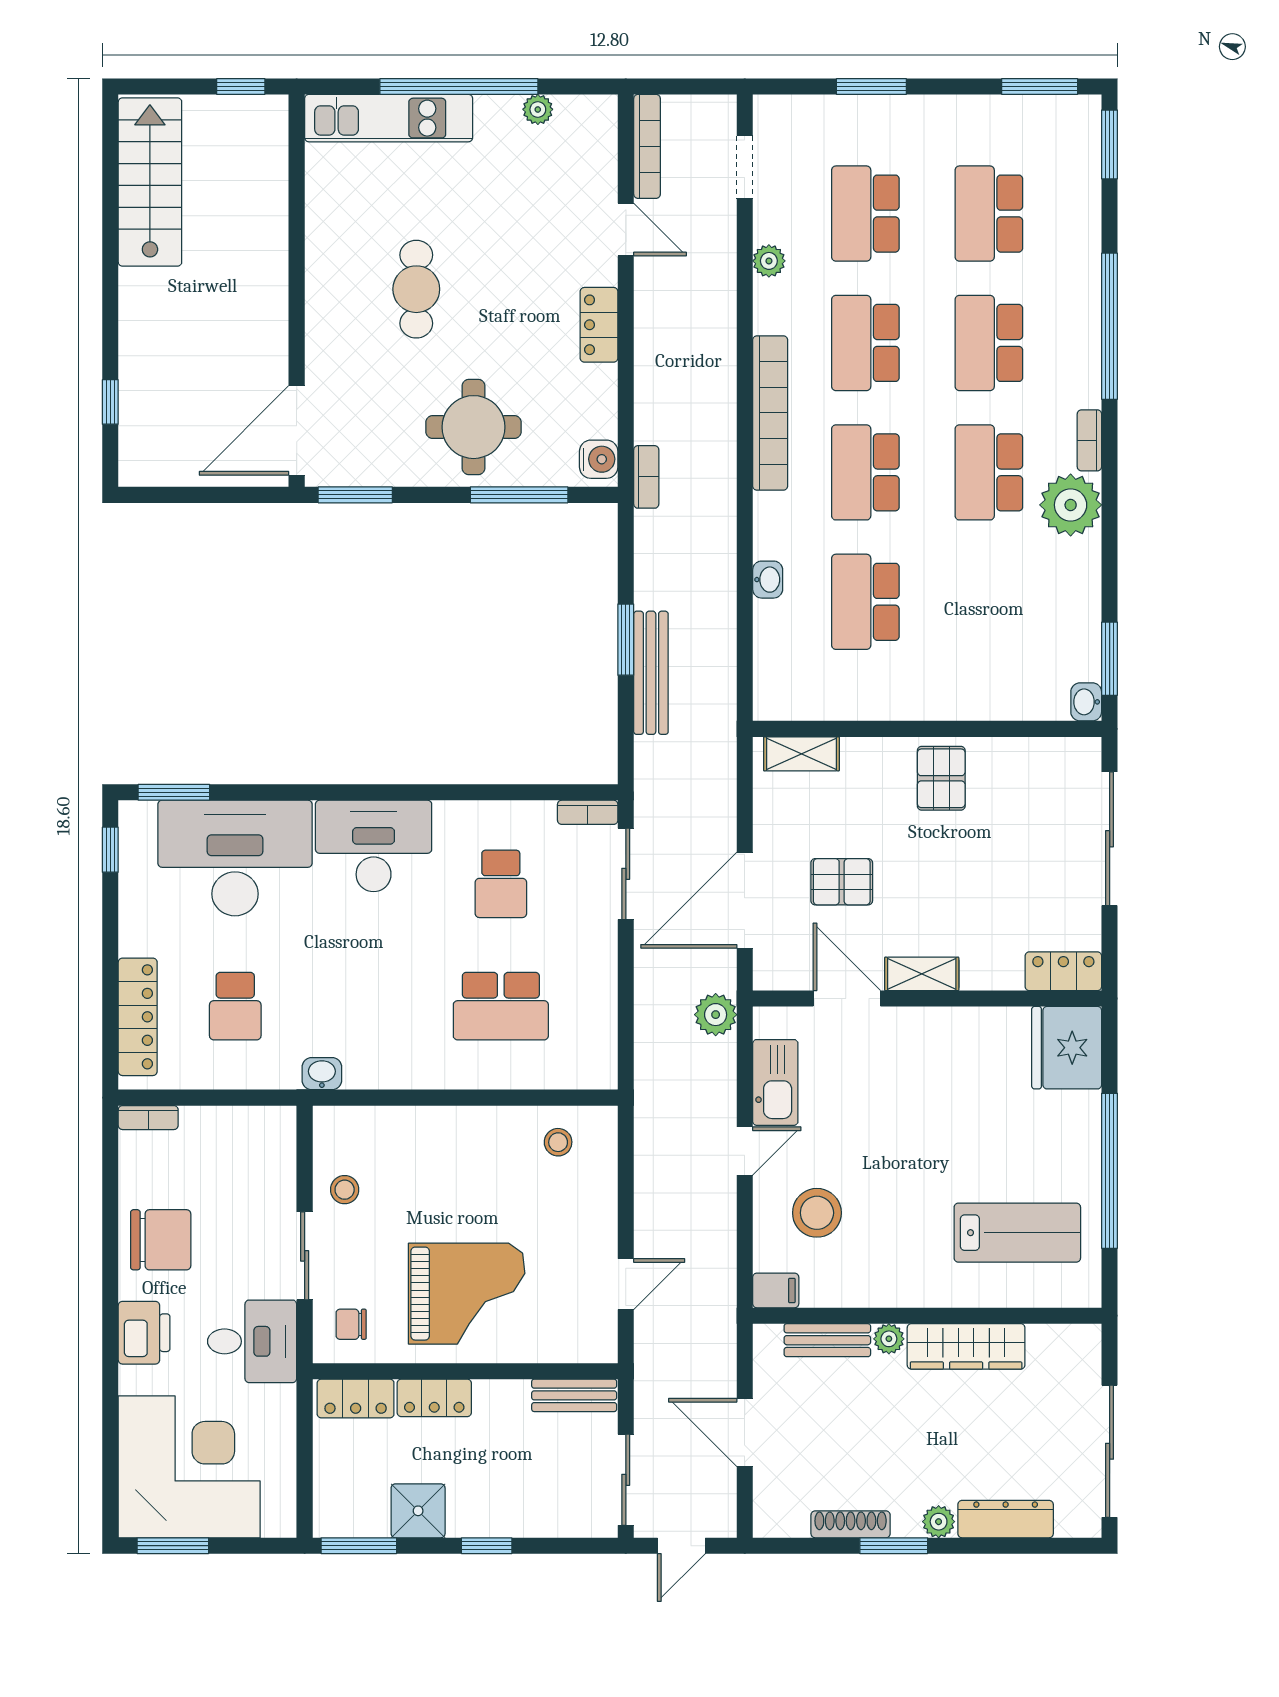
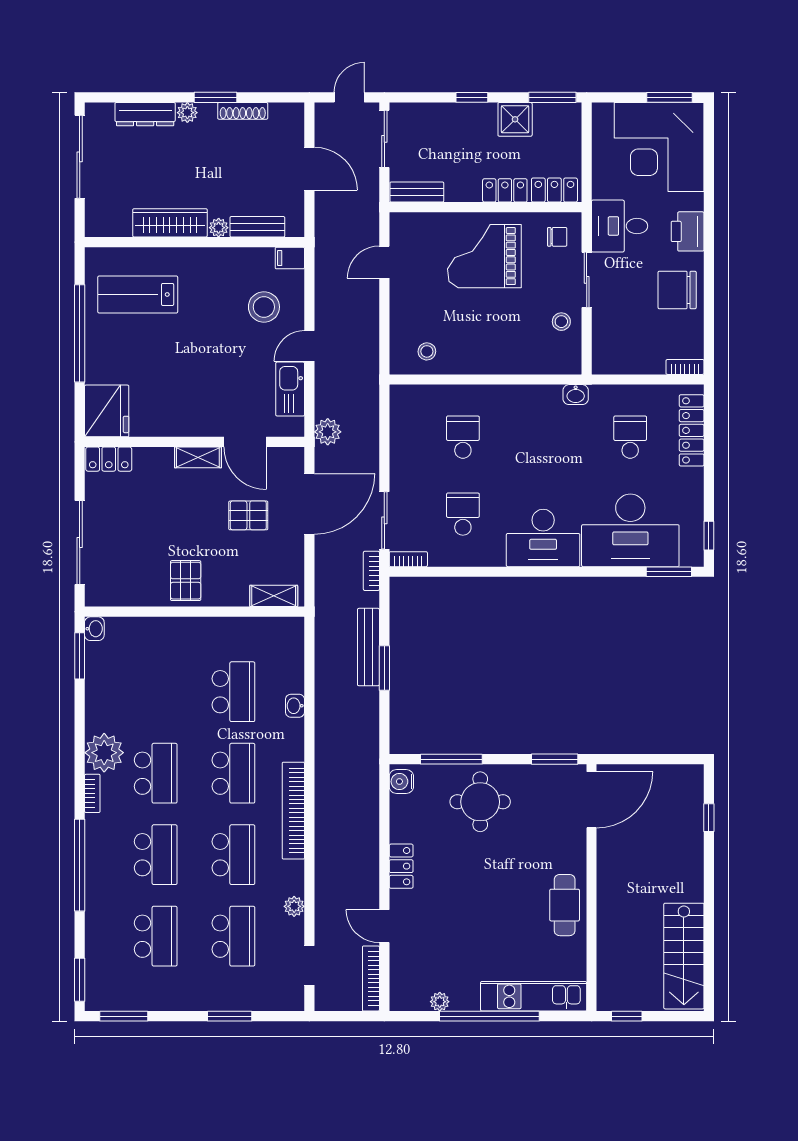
cafe table: (416, 289) -> (565, 905), moved
bookcase: (646, 477) -> (371, 571), moved
school desk: (501, 1006) -> (463, 437), width x0.54

